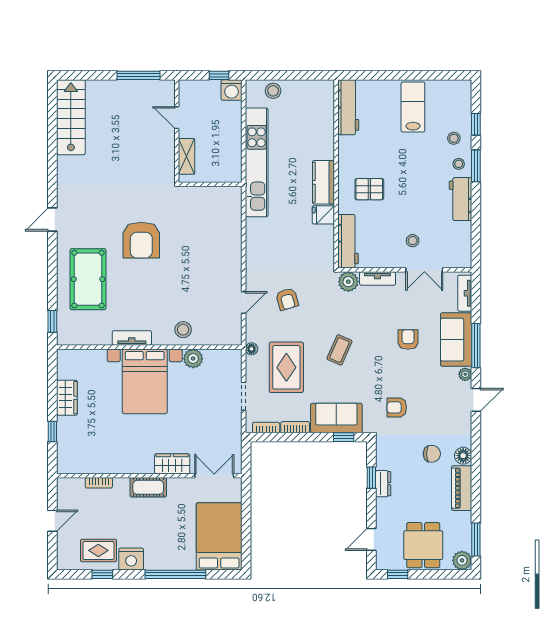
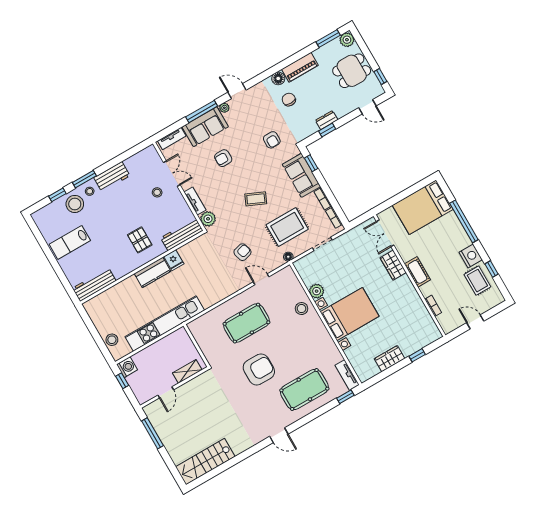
stool: (454, 138) -> (75, 204), width x1.89, depth x1.89
pool table: (203, 257) -> (246, 323), added
tv unit: (132, 338) -> (347, 375), moved

